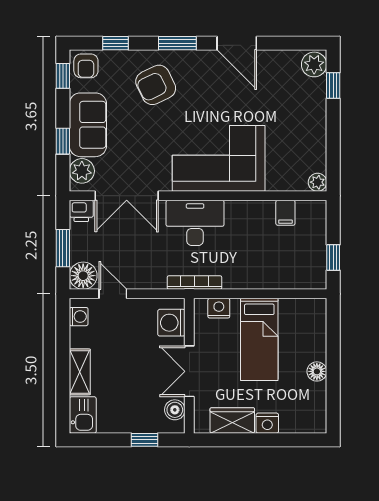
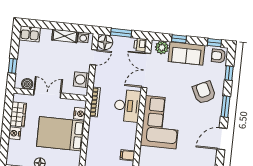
washing machine: (171, 323) -> (81, 80), moved, turned -90
bed: (259, 339) -> (60, 134), width x1.50
shelving: (80, 372) -> (65, 36), moved

